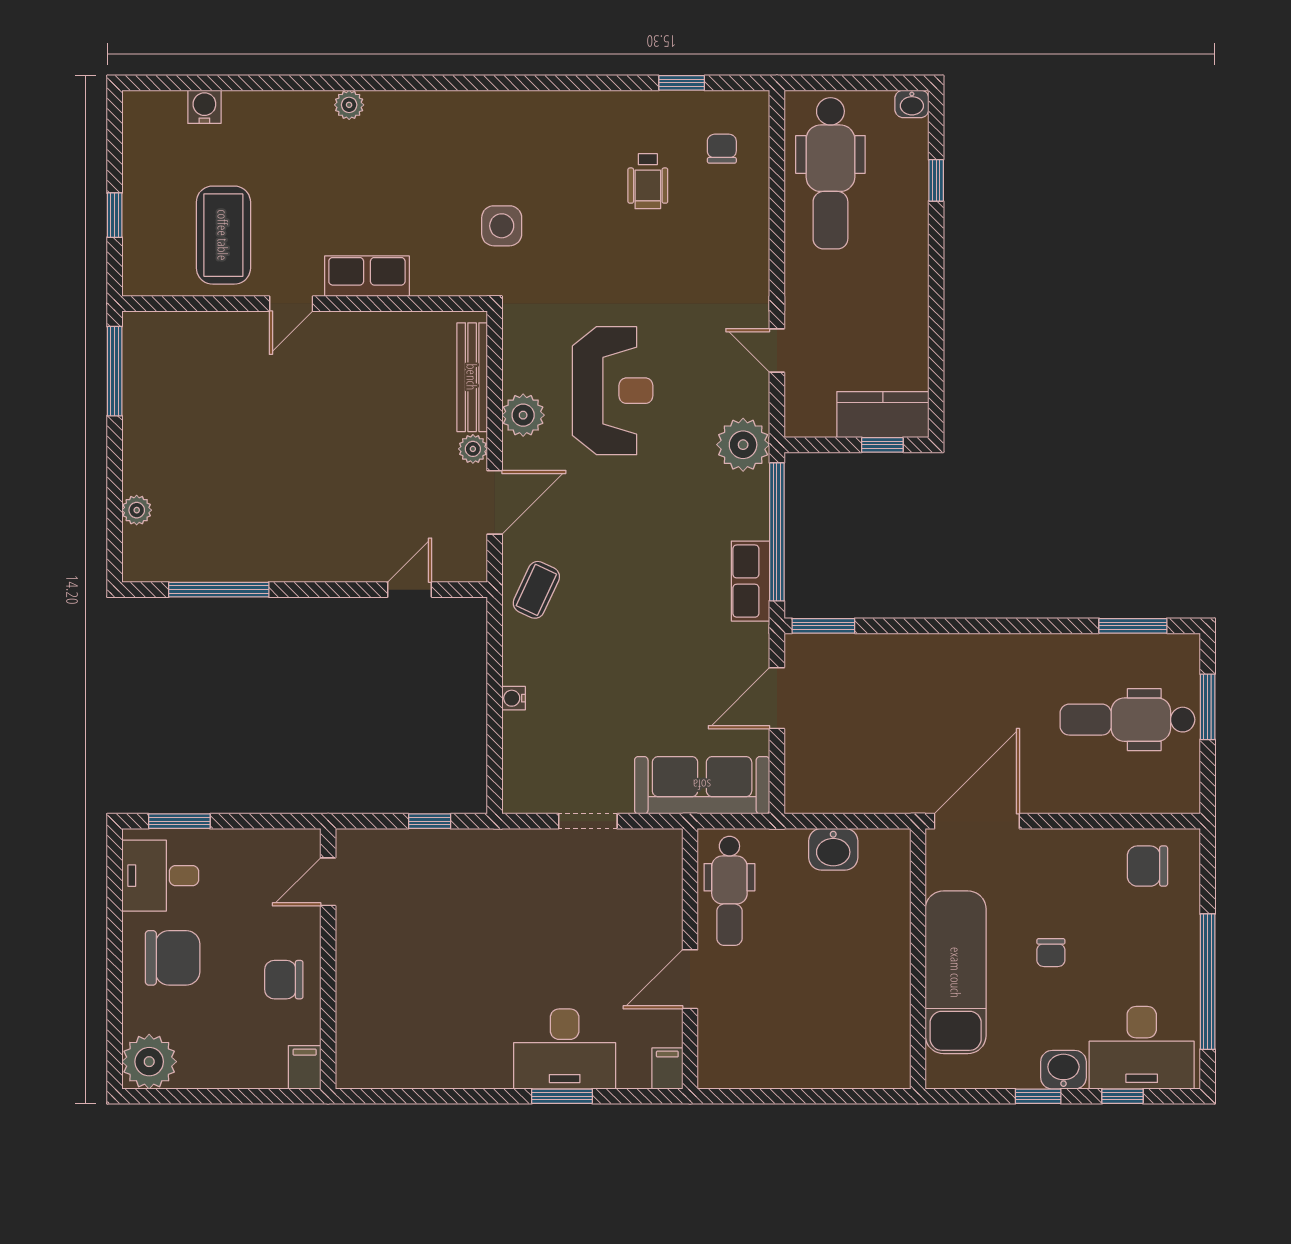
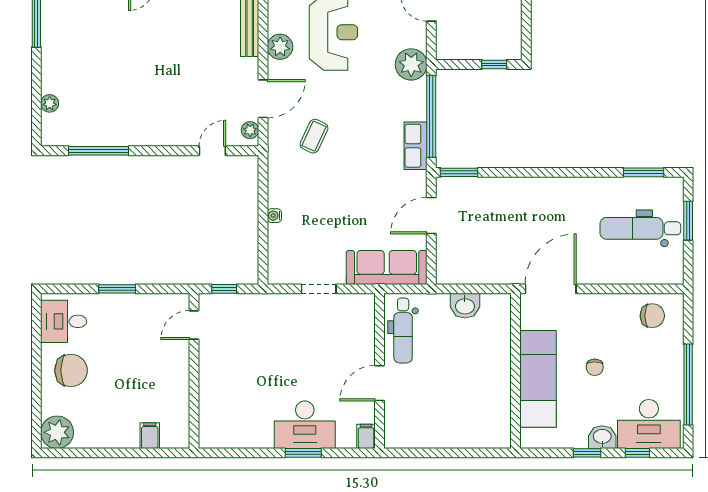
kitchen counter: (883, 415) -> (495, 46), removed
plant: (473, 449) -> (250, 130), moved
coffee table: (536, 590) -> (314, 136), moved
window: (179, 821) -> (117, 289), moved
chair: (1147, 866) -> (652, 316), turned 180
door: (328, 882) -> (194, 325), moved
wall: (328, 959) -> (194, 371), moved
chair: (284, 980) -> (137, 383), removed

